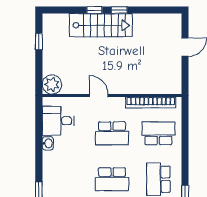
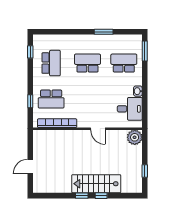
window: (185, 130) -> (30, 101), added
school desk: (112, 133) -> (124, 63), moved

